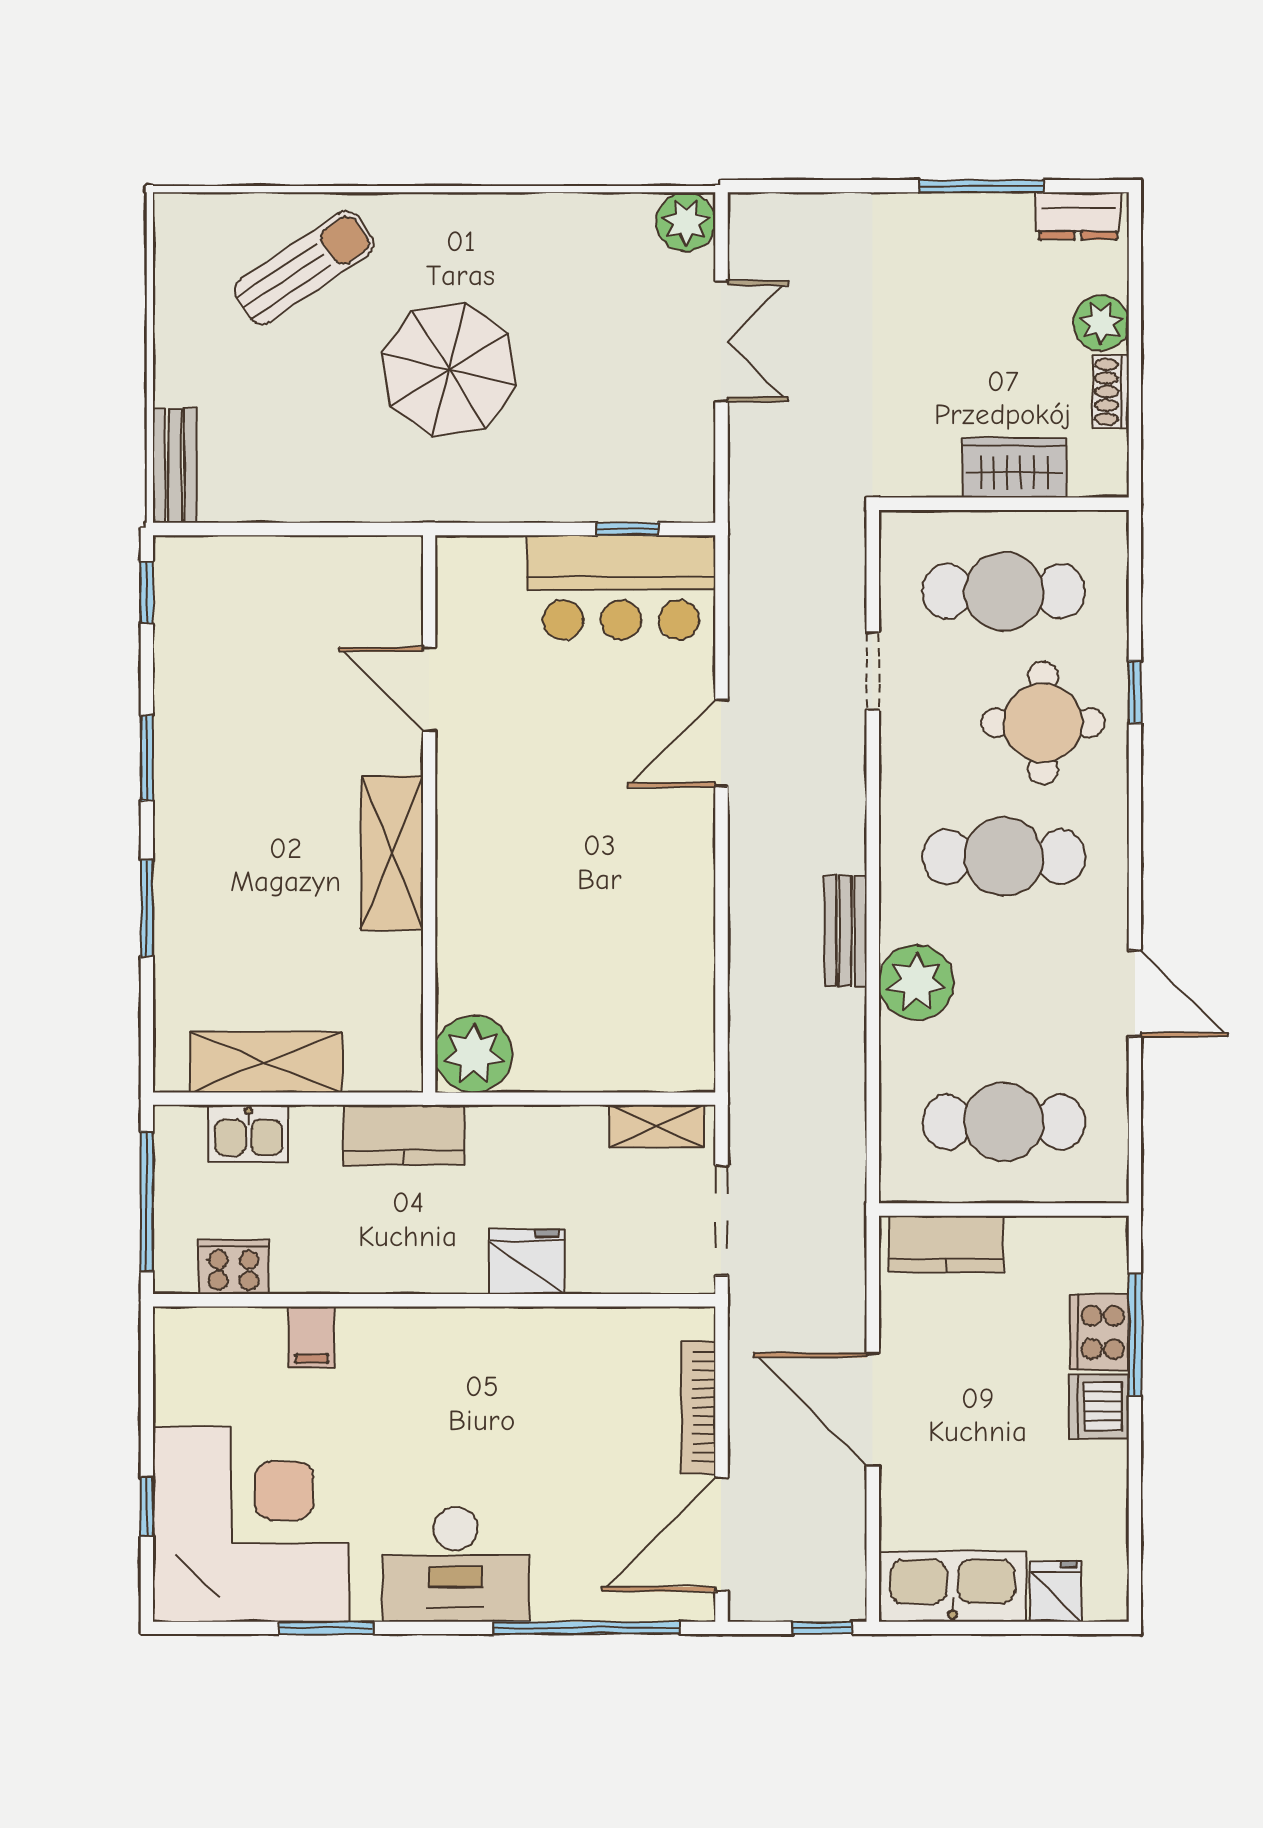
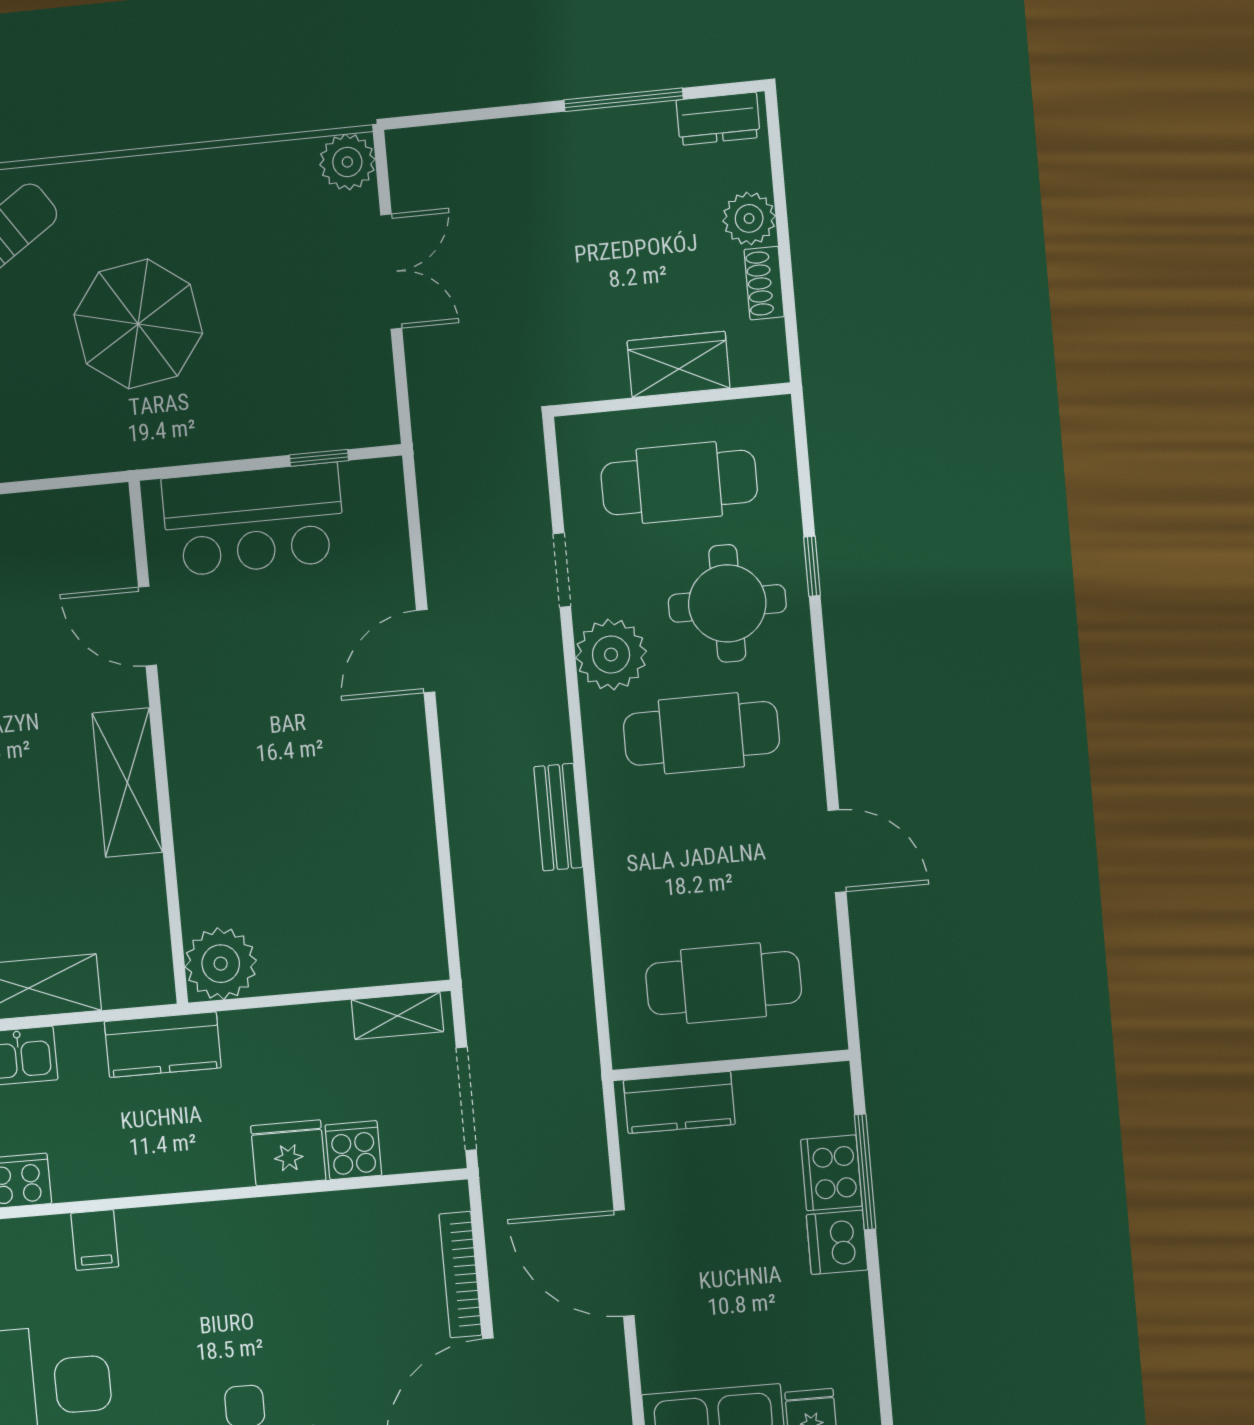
bar counter: (621, 587) -> (253, 520), moved
plant: (916, 982) -> (611, 655), moved
cooker: (597, 1265) -> (353, 1150), added

